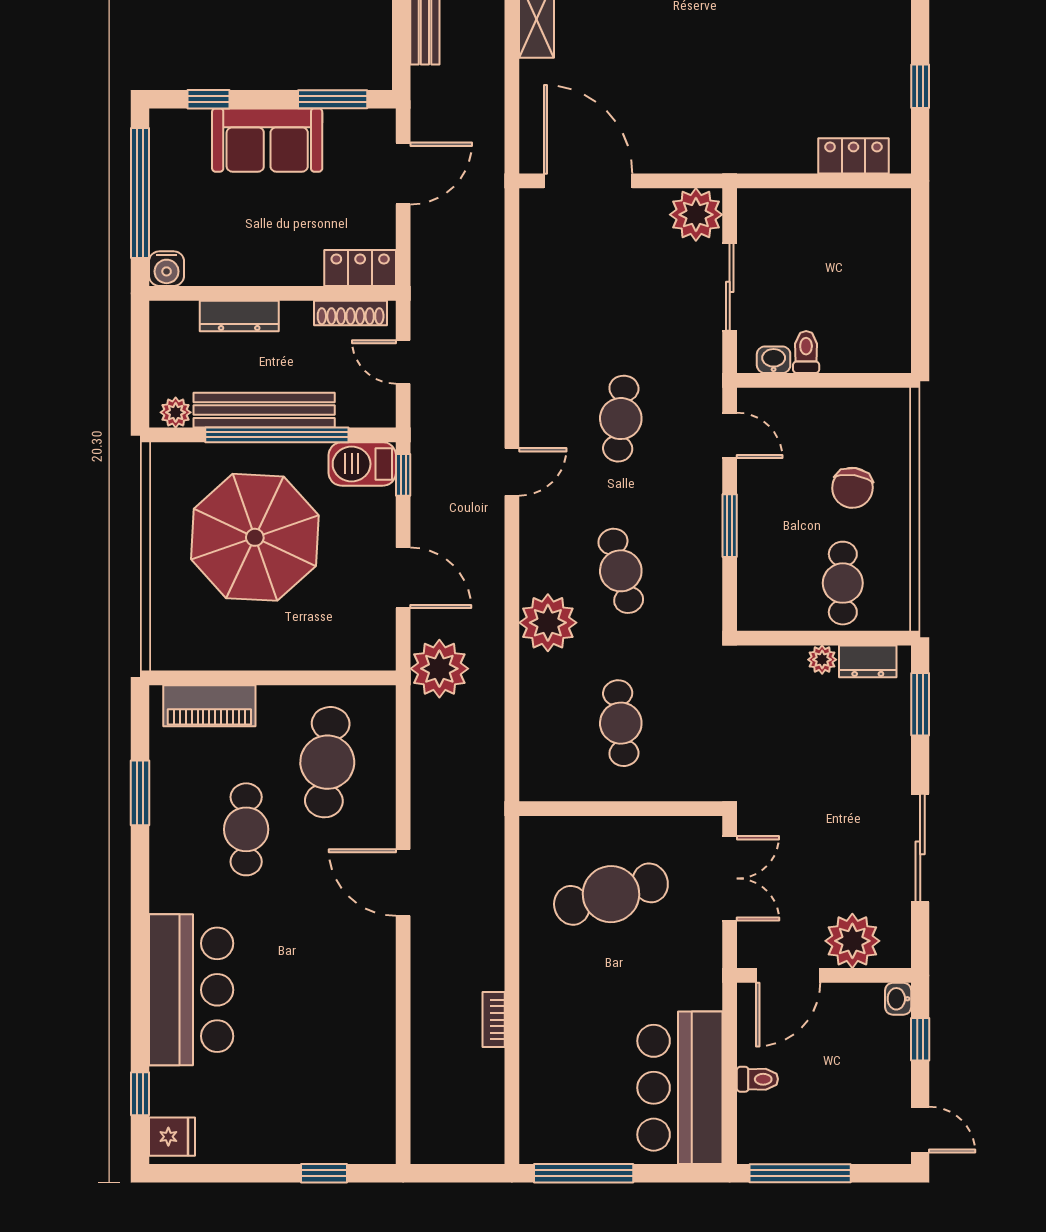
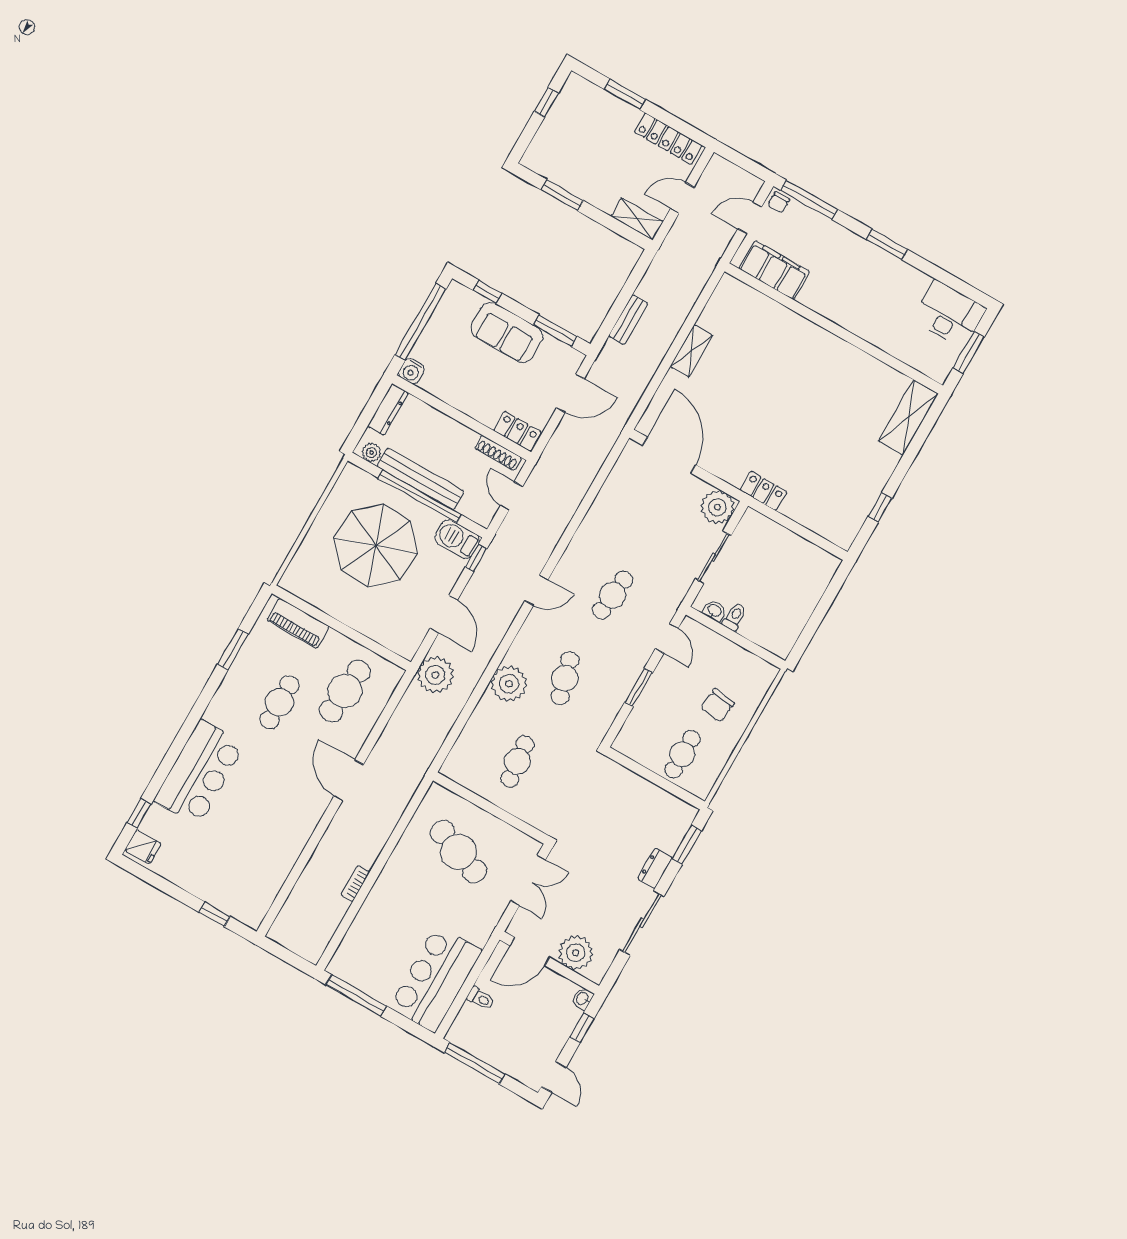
locker: (854, 156) -> (763, 491), moved
dresser: (239, 316) -> (388, 410), moved, turned -90
plant: (822, 660) -> (647, 790), removed
dresser: (868, 661) -> (655, 868), moved, turned 90
cafe table: (611, 894) -> (459, 852), turned 37

